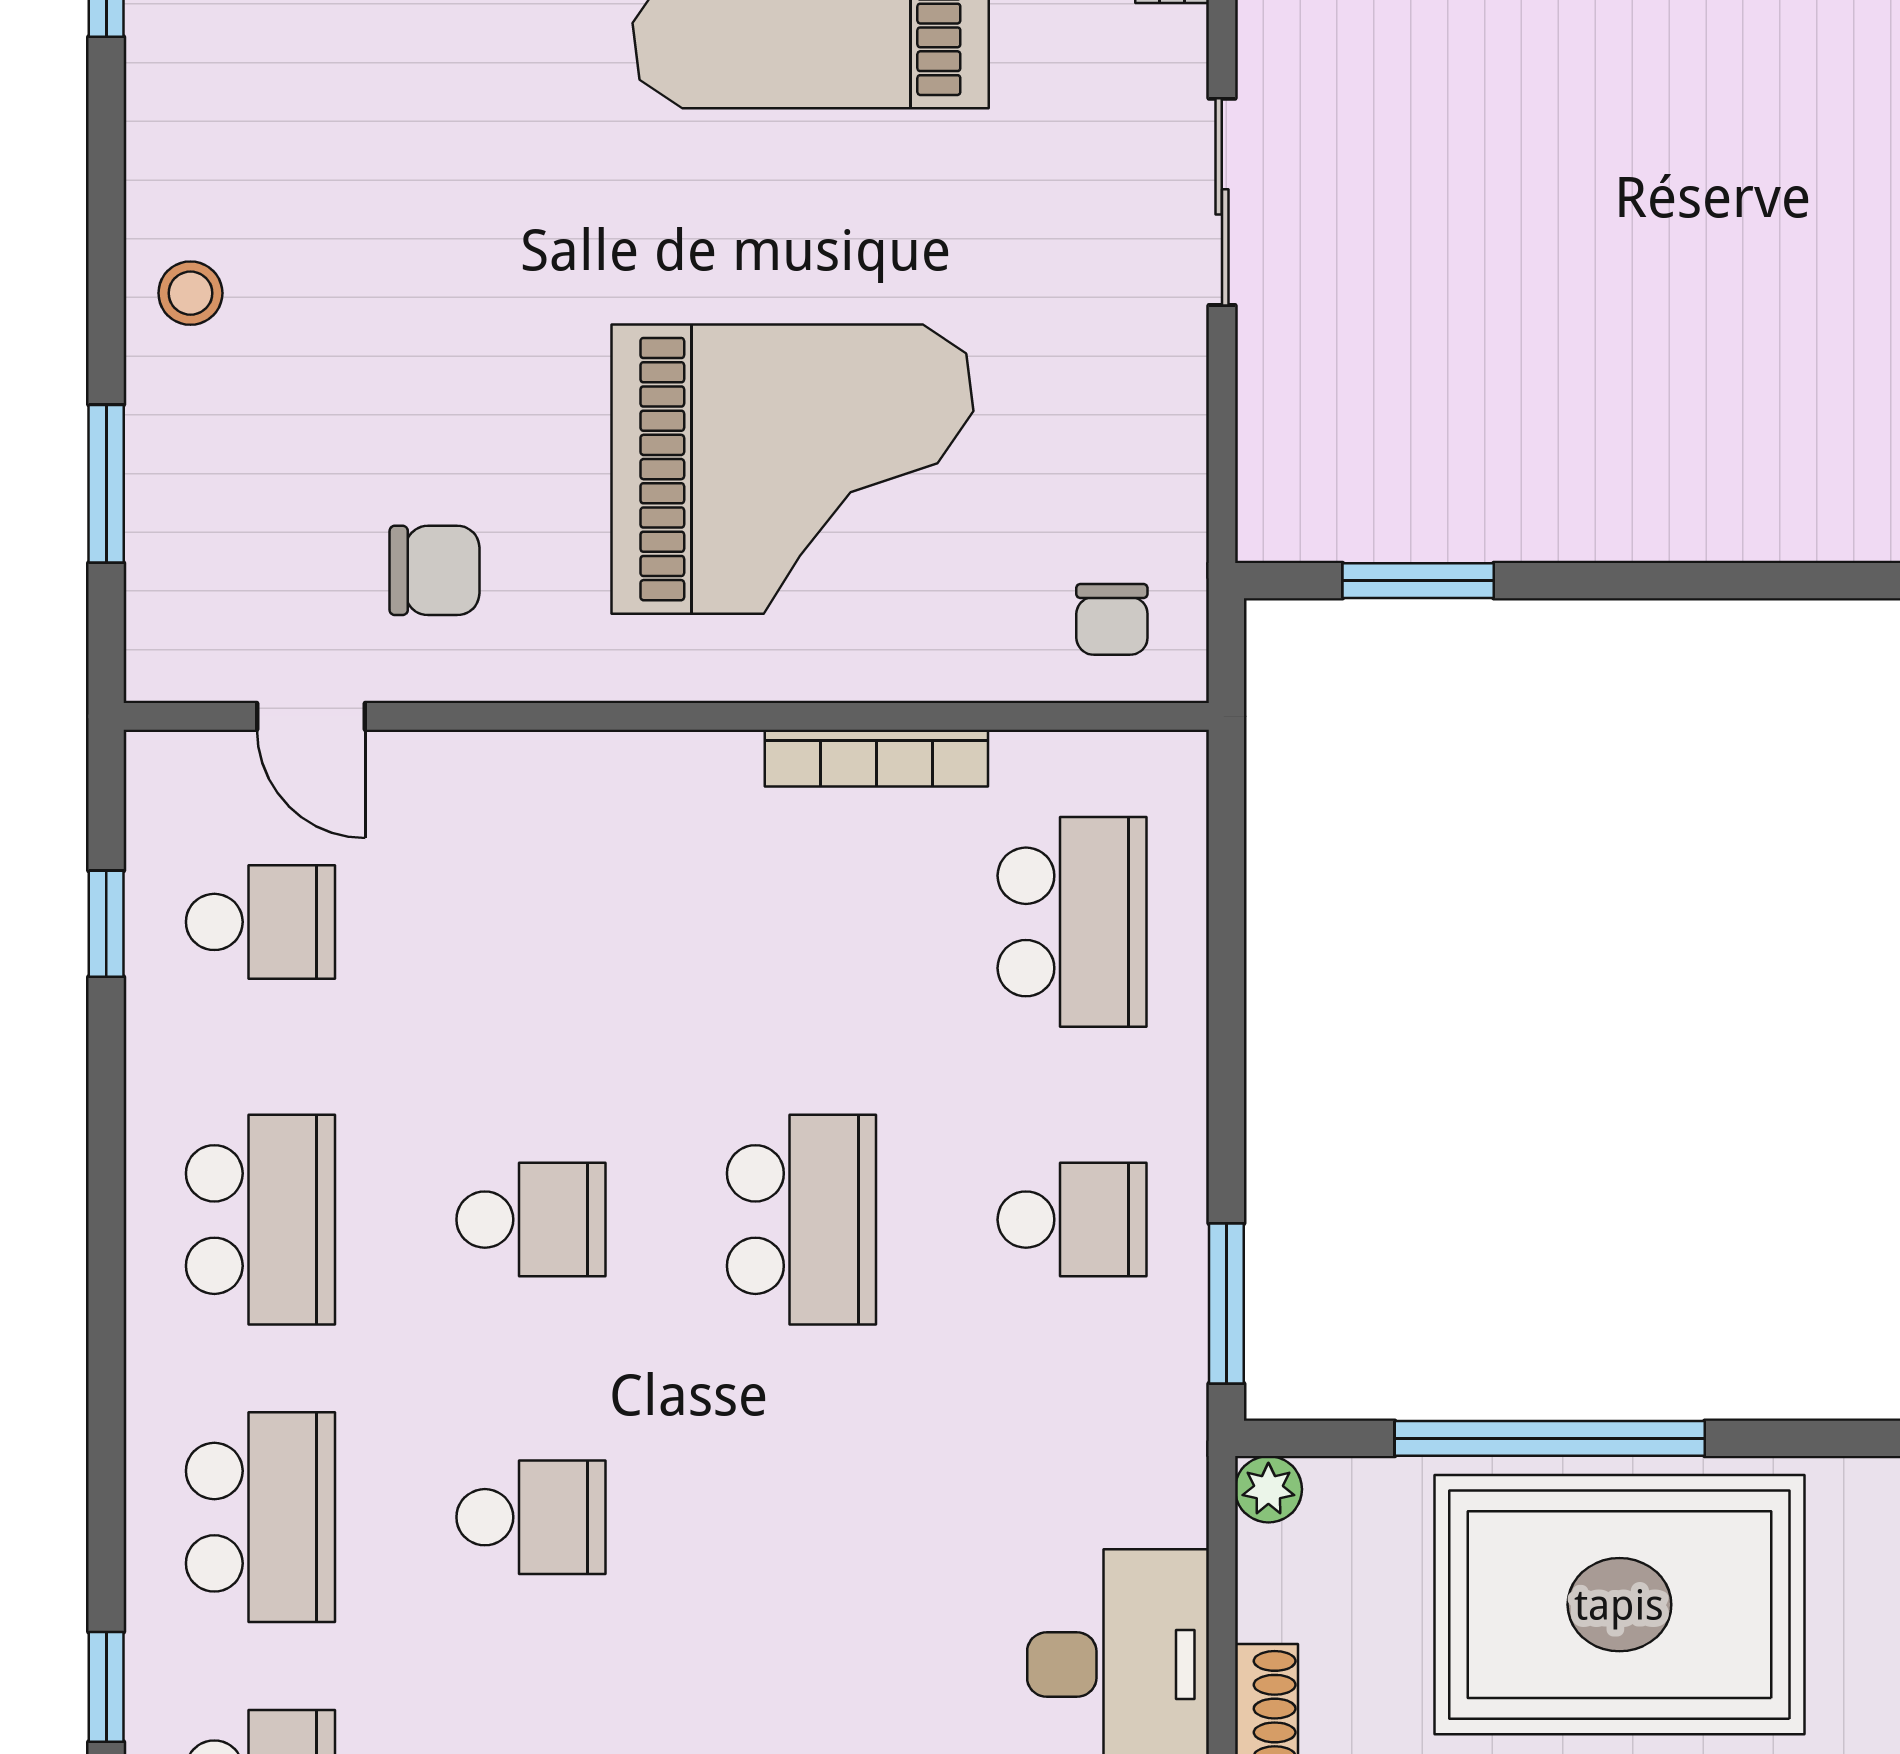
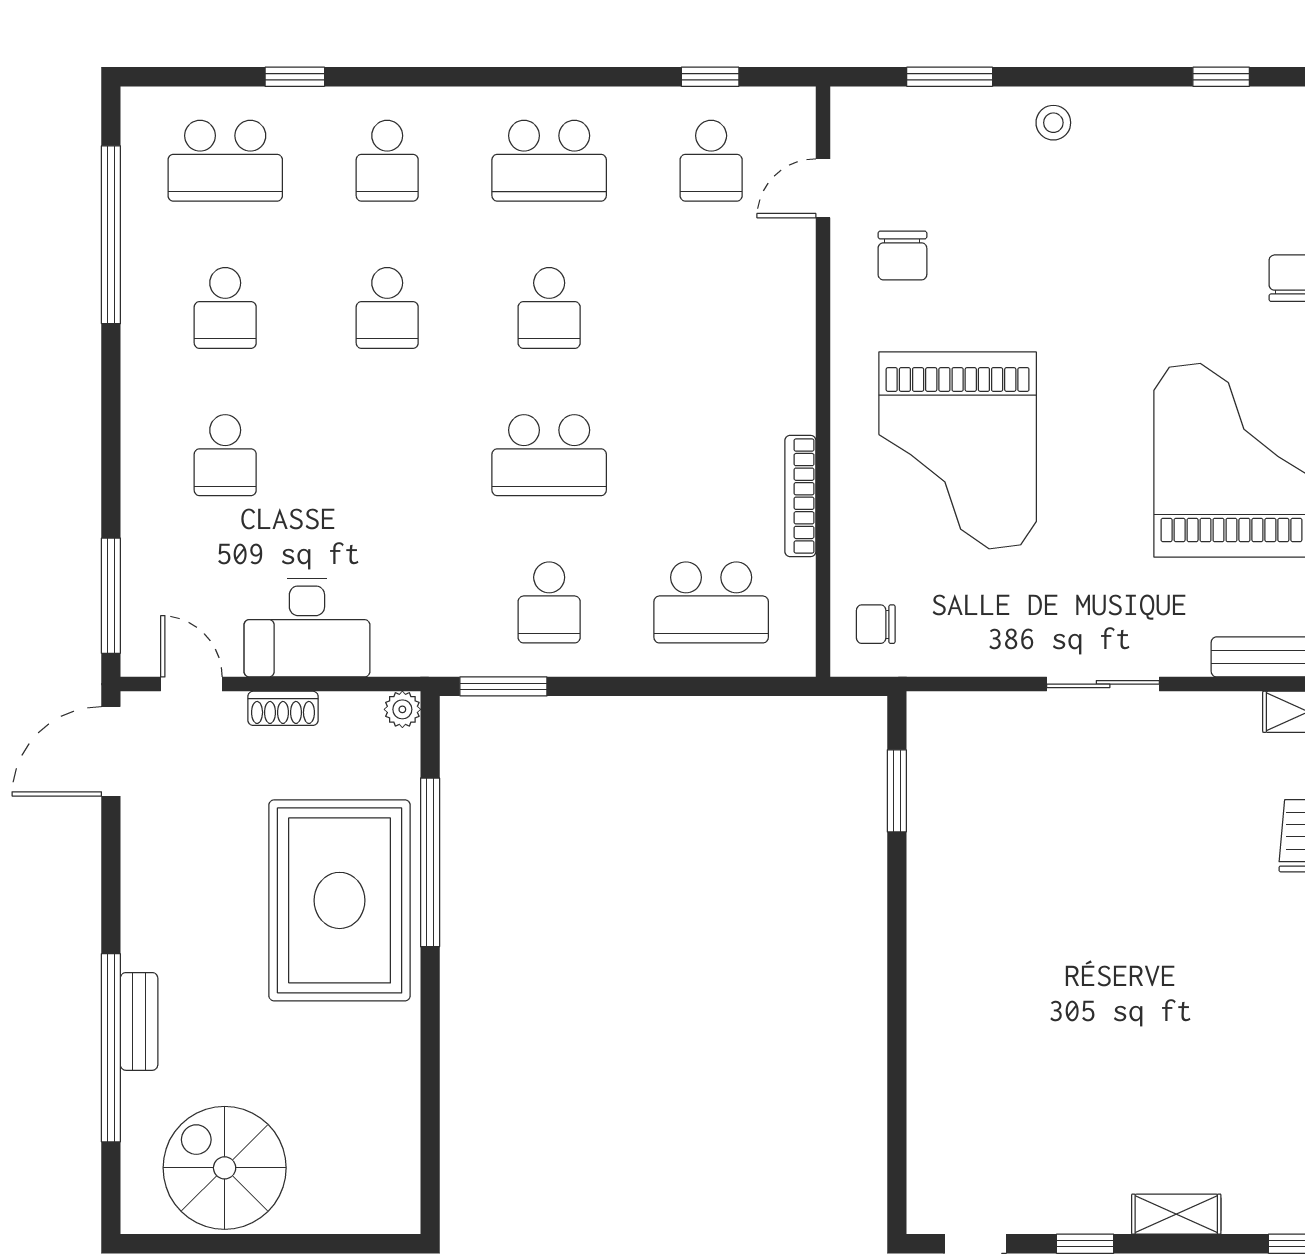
school desk: (260, 1517) -> (387, 161), width x0.54

